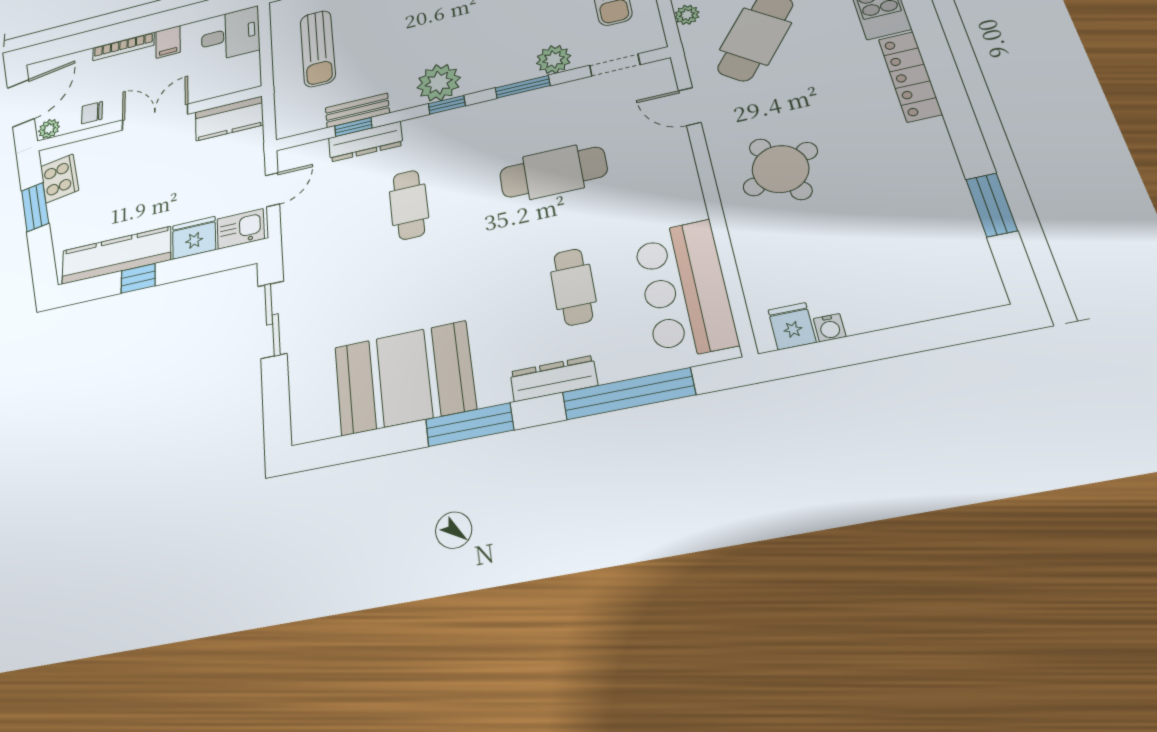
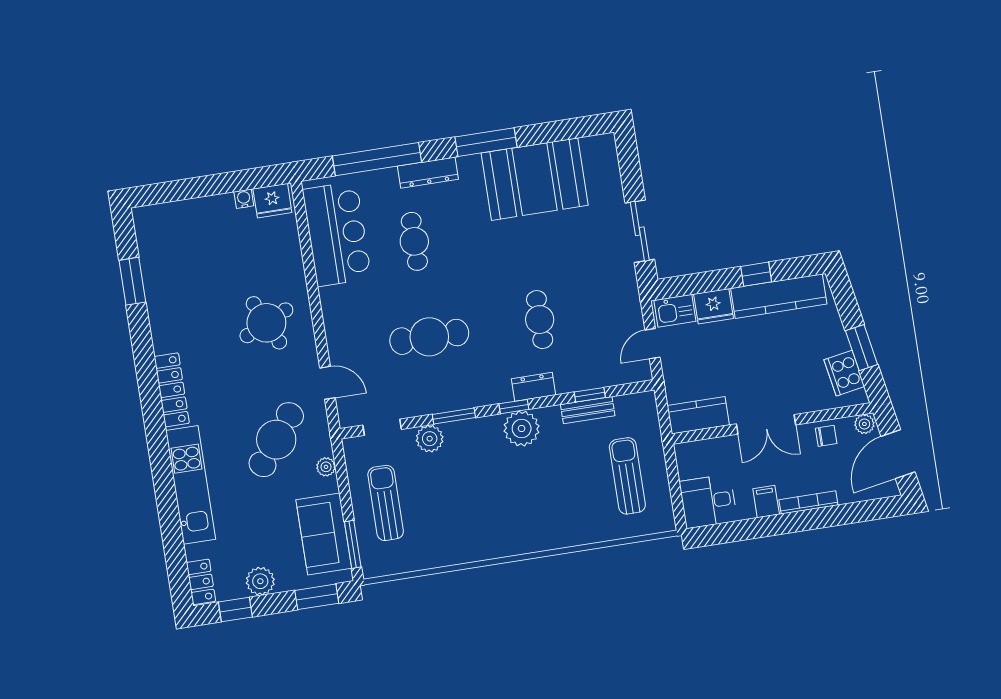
dresser: (365, 142) -> (534, 387), moved, width x0.70
fridge: (792, 326) -> (272, 201), width x1.38

